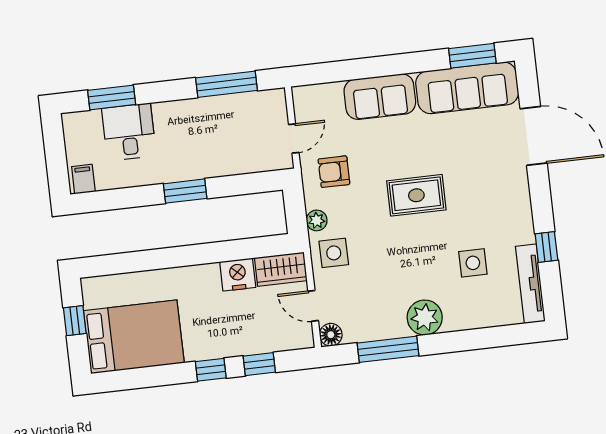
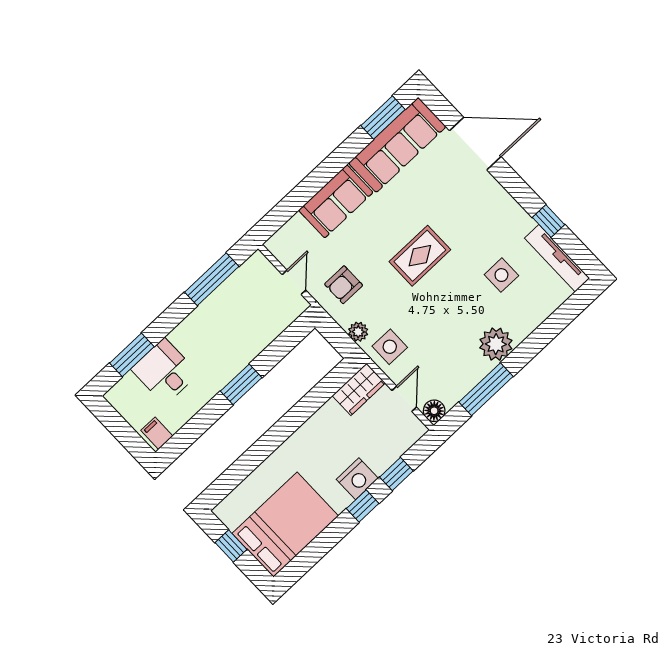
nightstand: (238, 275) -> (357, 479), moved, turned 180
door: (313, 306) -> (404, 399), swing flipped

